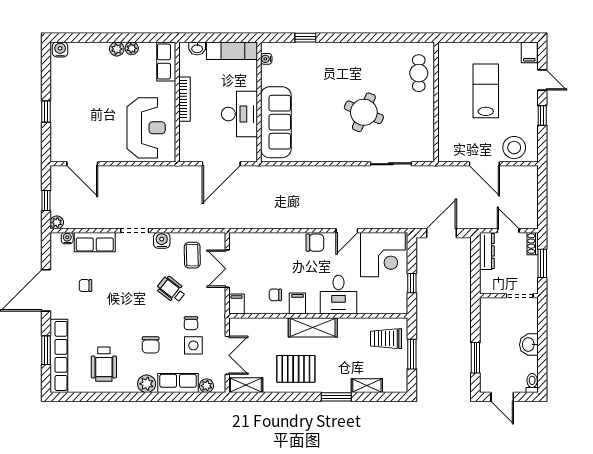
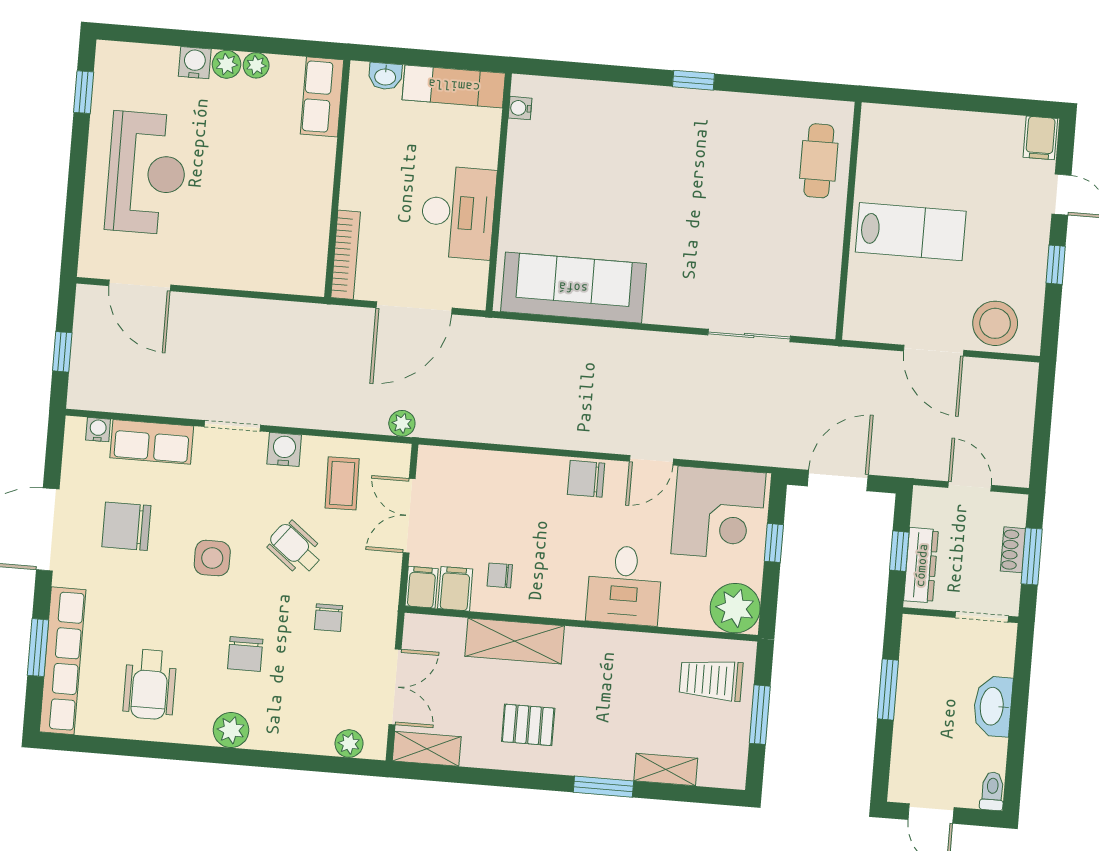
window: (305, 38) -> (694, 80), moved
water cooler: (60, 49) -> (195, 63), moved
lab bench: (486, 91) -> (911, 232), moved, turned 90
bookcase: (185, 99) -> (346, 255), moved
window: (46, 112) -> (84, 92), moved
round table: (364, 112) -> (704, 229), removed
sofa: (276, 122) -> (573, 288), moved, turned -90
reception desk: (146, 128) -> (147, 173), moved
plant: (57, 222) -> (402, 423), moved
chair: (315, 243) -> (586, 479), turned 180
shoe rack: (533, 244) -> (1013, 550), moved
dresser: (487, 251) -> (921, 565), moved
window: (475, 266) -> (899, 551), added
window: (412, 283) -> (774, 543), moved
chair: (86, 286) -> (126, 526), width x1.87, depth x1.87
plant: (395, 302) -> (735, 608), added
filing cabinet: (297, 303) -> (455, 589), moved
shelving: (313, 327) -> (515, 641), moved
side table: (193, 345) -> (212, 558), moved
washbasin: (529, 345) -> (993, 706), width x1.38
window: (475, 358) -> (888, 689), moved
pallet: (296, 369) -> (528, 725), width x0.67, depth x0.71
row of seats: (178, 383) -> (293, 734), removed

